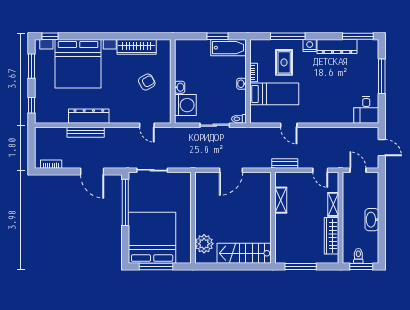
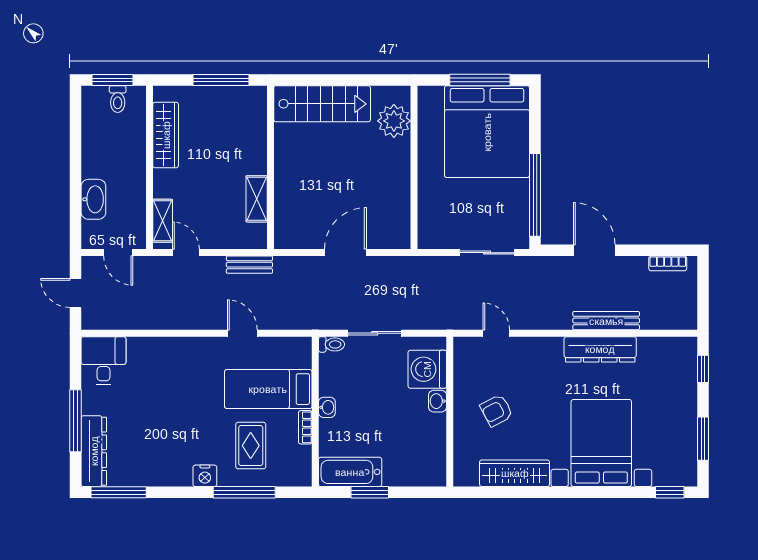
dresser: (337, 46) -> (94, 451), moved, turned 90
bed with nightstands: (78, 64) -> (601, 443), width x0.73
shelving: (333, 204) -> (163, 221), moved
washbasin: (372, 220) -> (93, 199), moved

